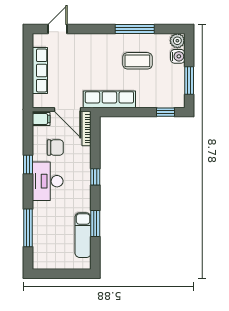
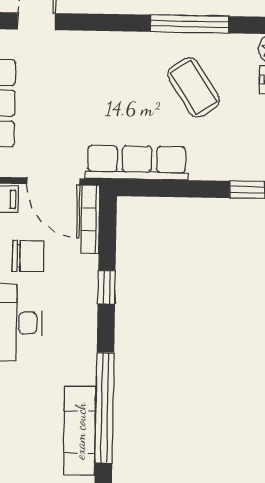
coffee table: (137, 61) -> (194, 87), turned 57
window: (95, 177) -> (107, 287), moved
window: (95, 223) -> (104, 408), width x2.11

